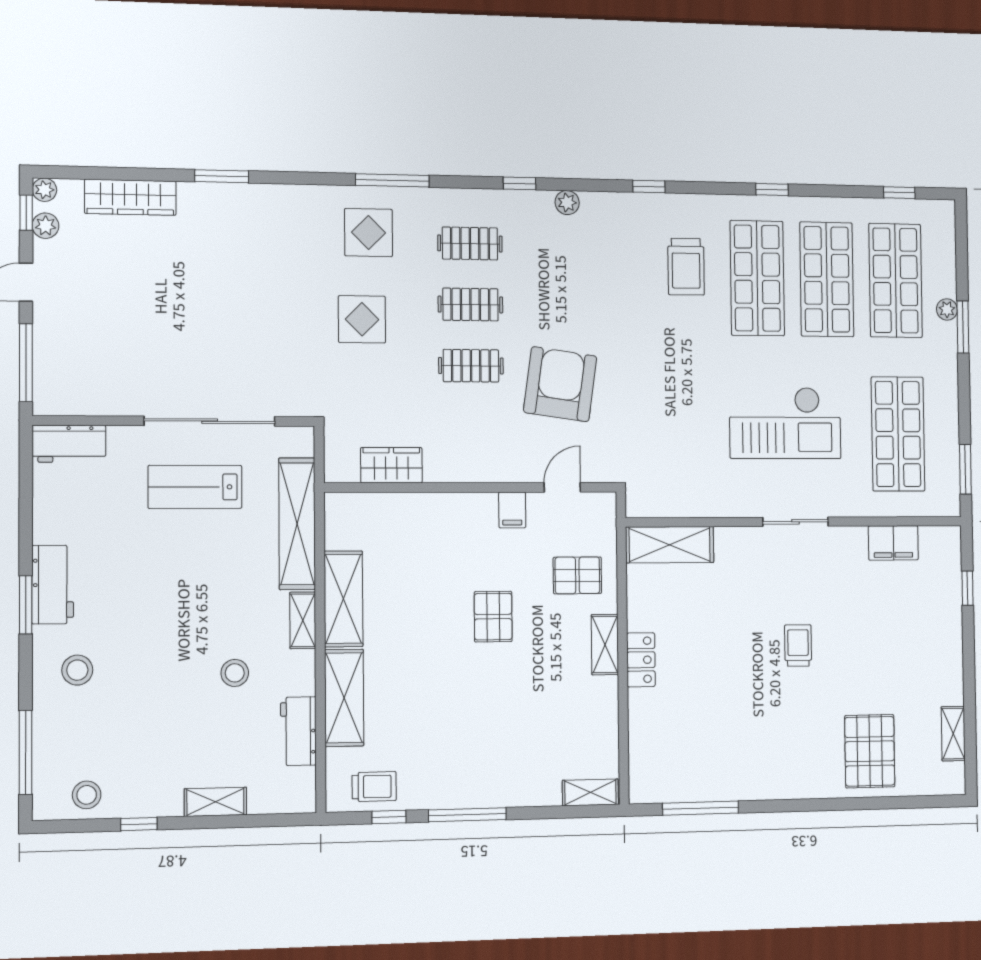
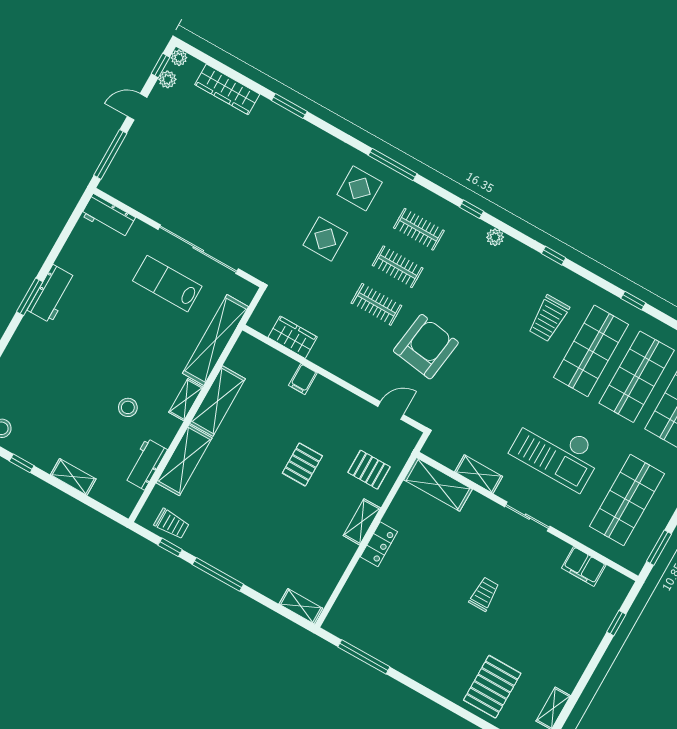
shelving: (710, 504) -> (479, 474), added
filing cabinet: (512, 510) -> (303, 379), moved
stool: (77, 670) -> (38, 352), removed

